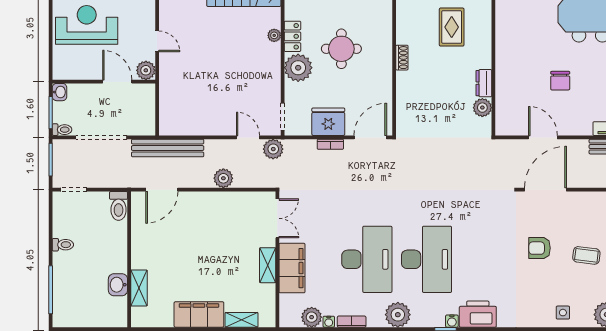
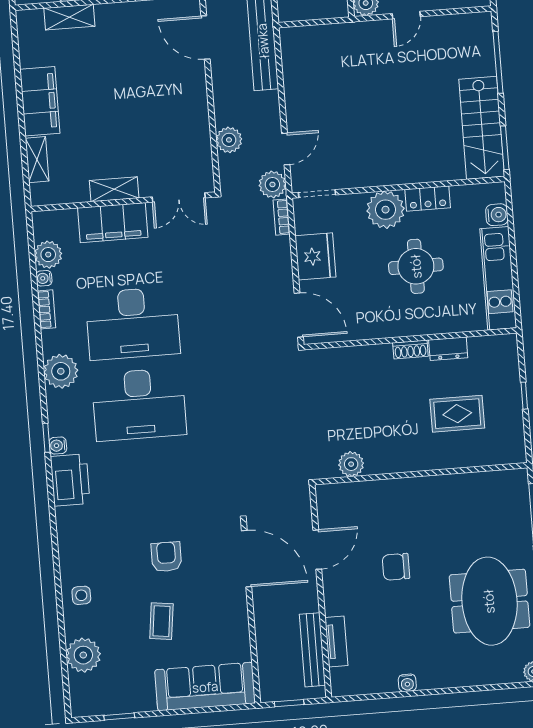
plant: (274, 35) -> (427, 174), removed
dresser: (484, 83) -> (448, 349), moved, turned 180
bookcase: (330, 144) -> (282, 217), moved
plant: (223, 178) -> (229, 140), moved

